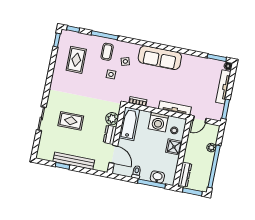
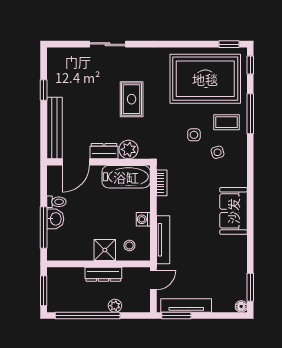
sofa: (160, 58) -> (233, 211), width x0.73
rug: (76, 60) -> (205, 79), width x1.86, depth x2.06
tv unit: (223, 87) -> (186, 305), moved
door: (200, 119) -> (153, 280), swing flipped
rug: (71, 121) -> (132, 99), moved
washing machine: (158, 122) -> (143, 219), width x0.53, depth x0.53
bench: (74, 161) -> (54, 128), moved
dresser: (185, 175) -> (103, 274), moved
washbasin: (157, 177) -> (55, 219), moved

